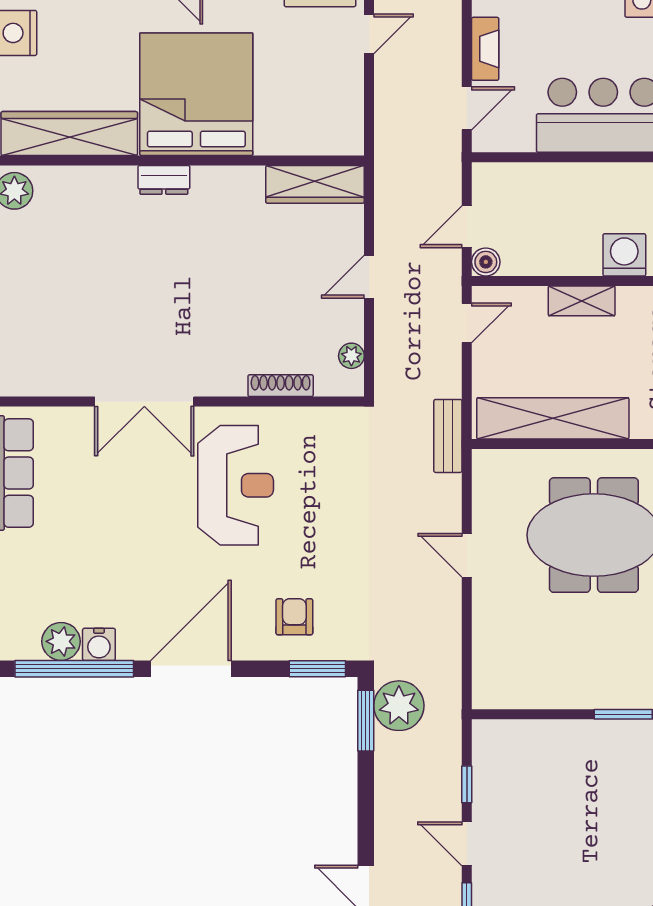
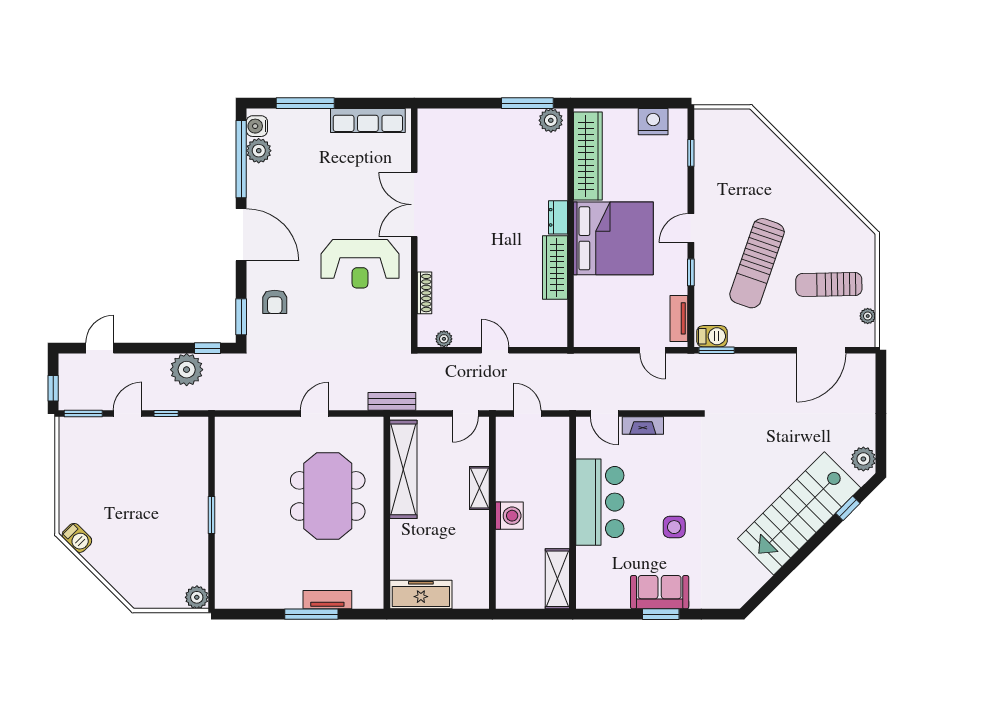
wardrobe: (315, 184) -> (555, 268), moved
boiler: (486, 262) -> (505, 426), removed
door: (467, 323) -> (465, 414), hinge flipped
armchair: (294, 617) -> (275, 302), turned 90
water cooler: (99, 644) -> (257, 126), moved
plant: (399, 706) -> (187, 370), moved
window: (366, 721) -> (207, 348), width x0.67

